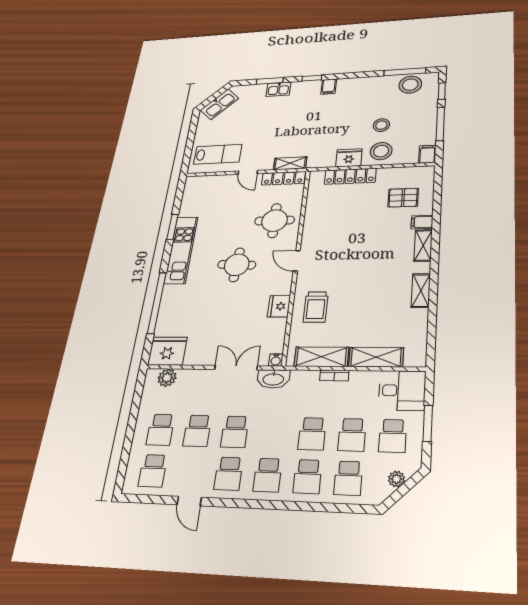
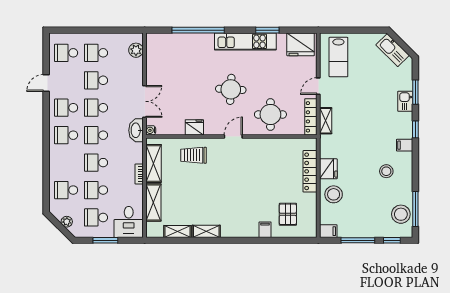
stool: (381, 125) -> (386, 171), moved
shelving: (423, 245) -> (178, 231), moved
fridge: (167, 351) -> (301, 44), moved, turned 90
school desk: (308, 477) -> (96, 135), moved

